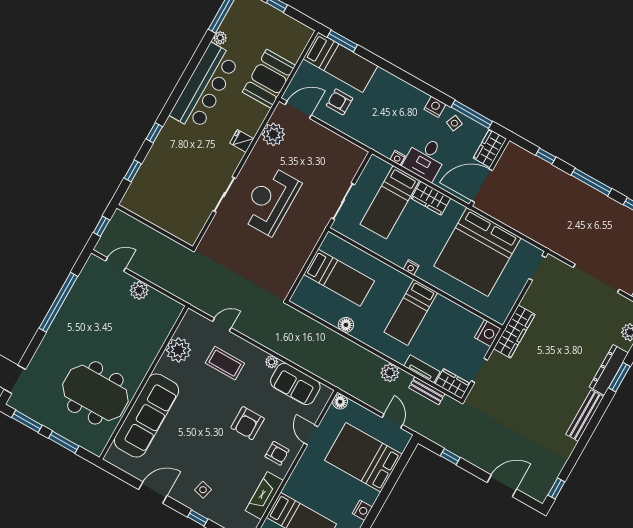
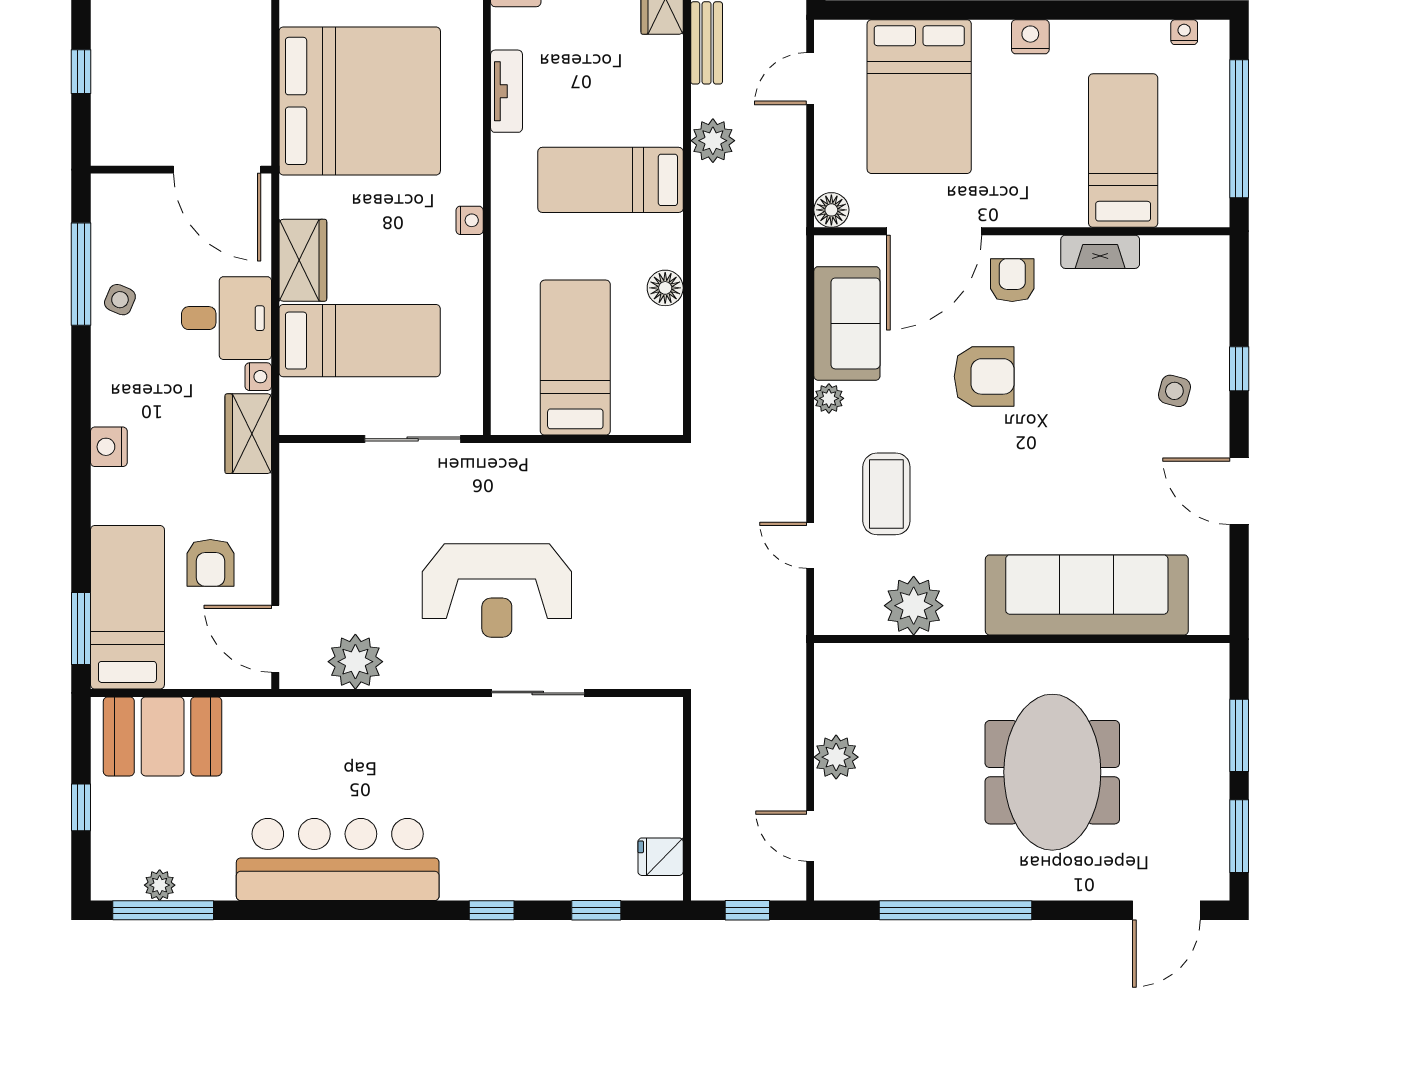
plant: (220, 38) -> (160, 885), moved
booth: (269, 79) -> (163, 736), moved
nightstand: (435, 107) -> (109, 447), moved
fridge: (242, 141) -> (661, 857), moved, turned 90
wardrobe: (490, 148) -> (248, 434), moved, turned 90
bed: (411, 312) -> (611, 180), moved, turned 180
tv unit: (422, 369) -> (506, 91), moved, turned 180
meeting table: (95, 393) -> (1052, 772), moved
door: (311, 435) -> (934, 231), width x1.88
fireplace: (264, 495) -> (1100, 252), width x0.73, depth x0.76

